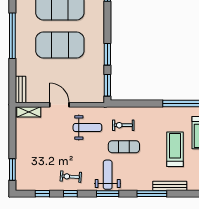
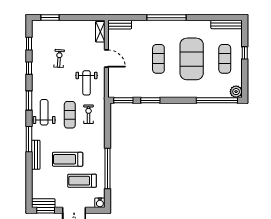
exercise mat: (60, 45) -> (158, 59), width x0.50, depth x0.69
door: (59, 105) -> (106, 58), hinge flipped
treadmill: (175, 149) -> (68, 159), turned 180
weight bench: (108, 175) -> (44, 112), moved, turned -90
exercise bike: (71, 177) -> (59, 58), moved

